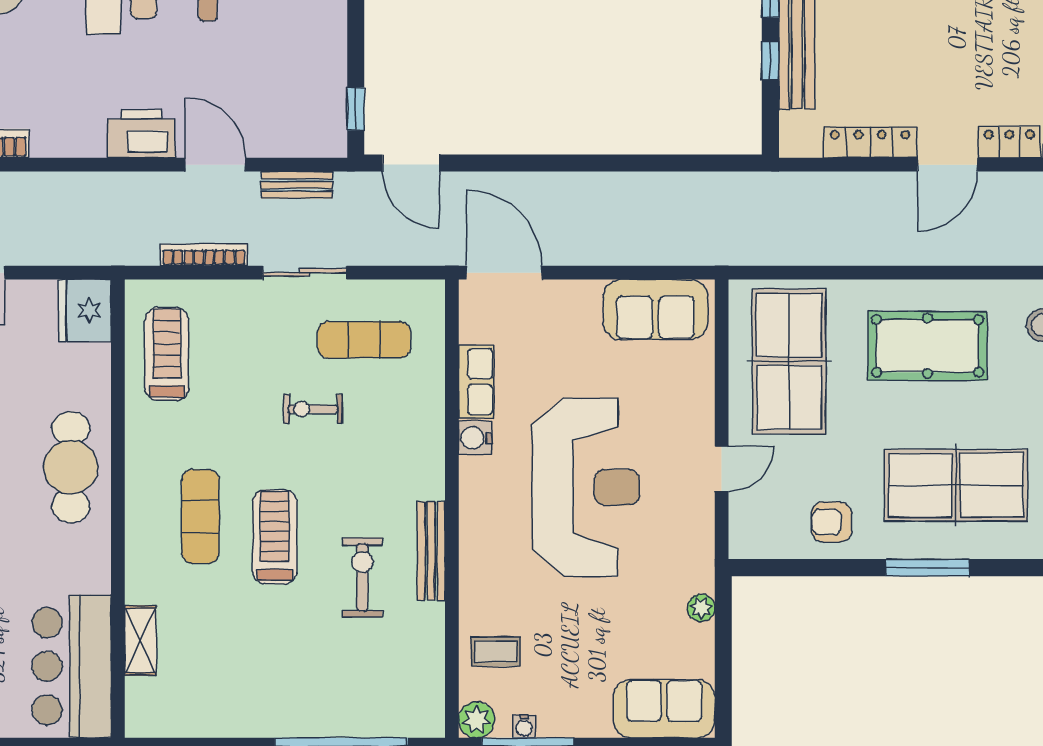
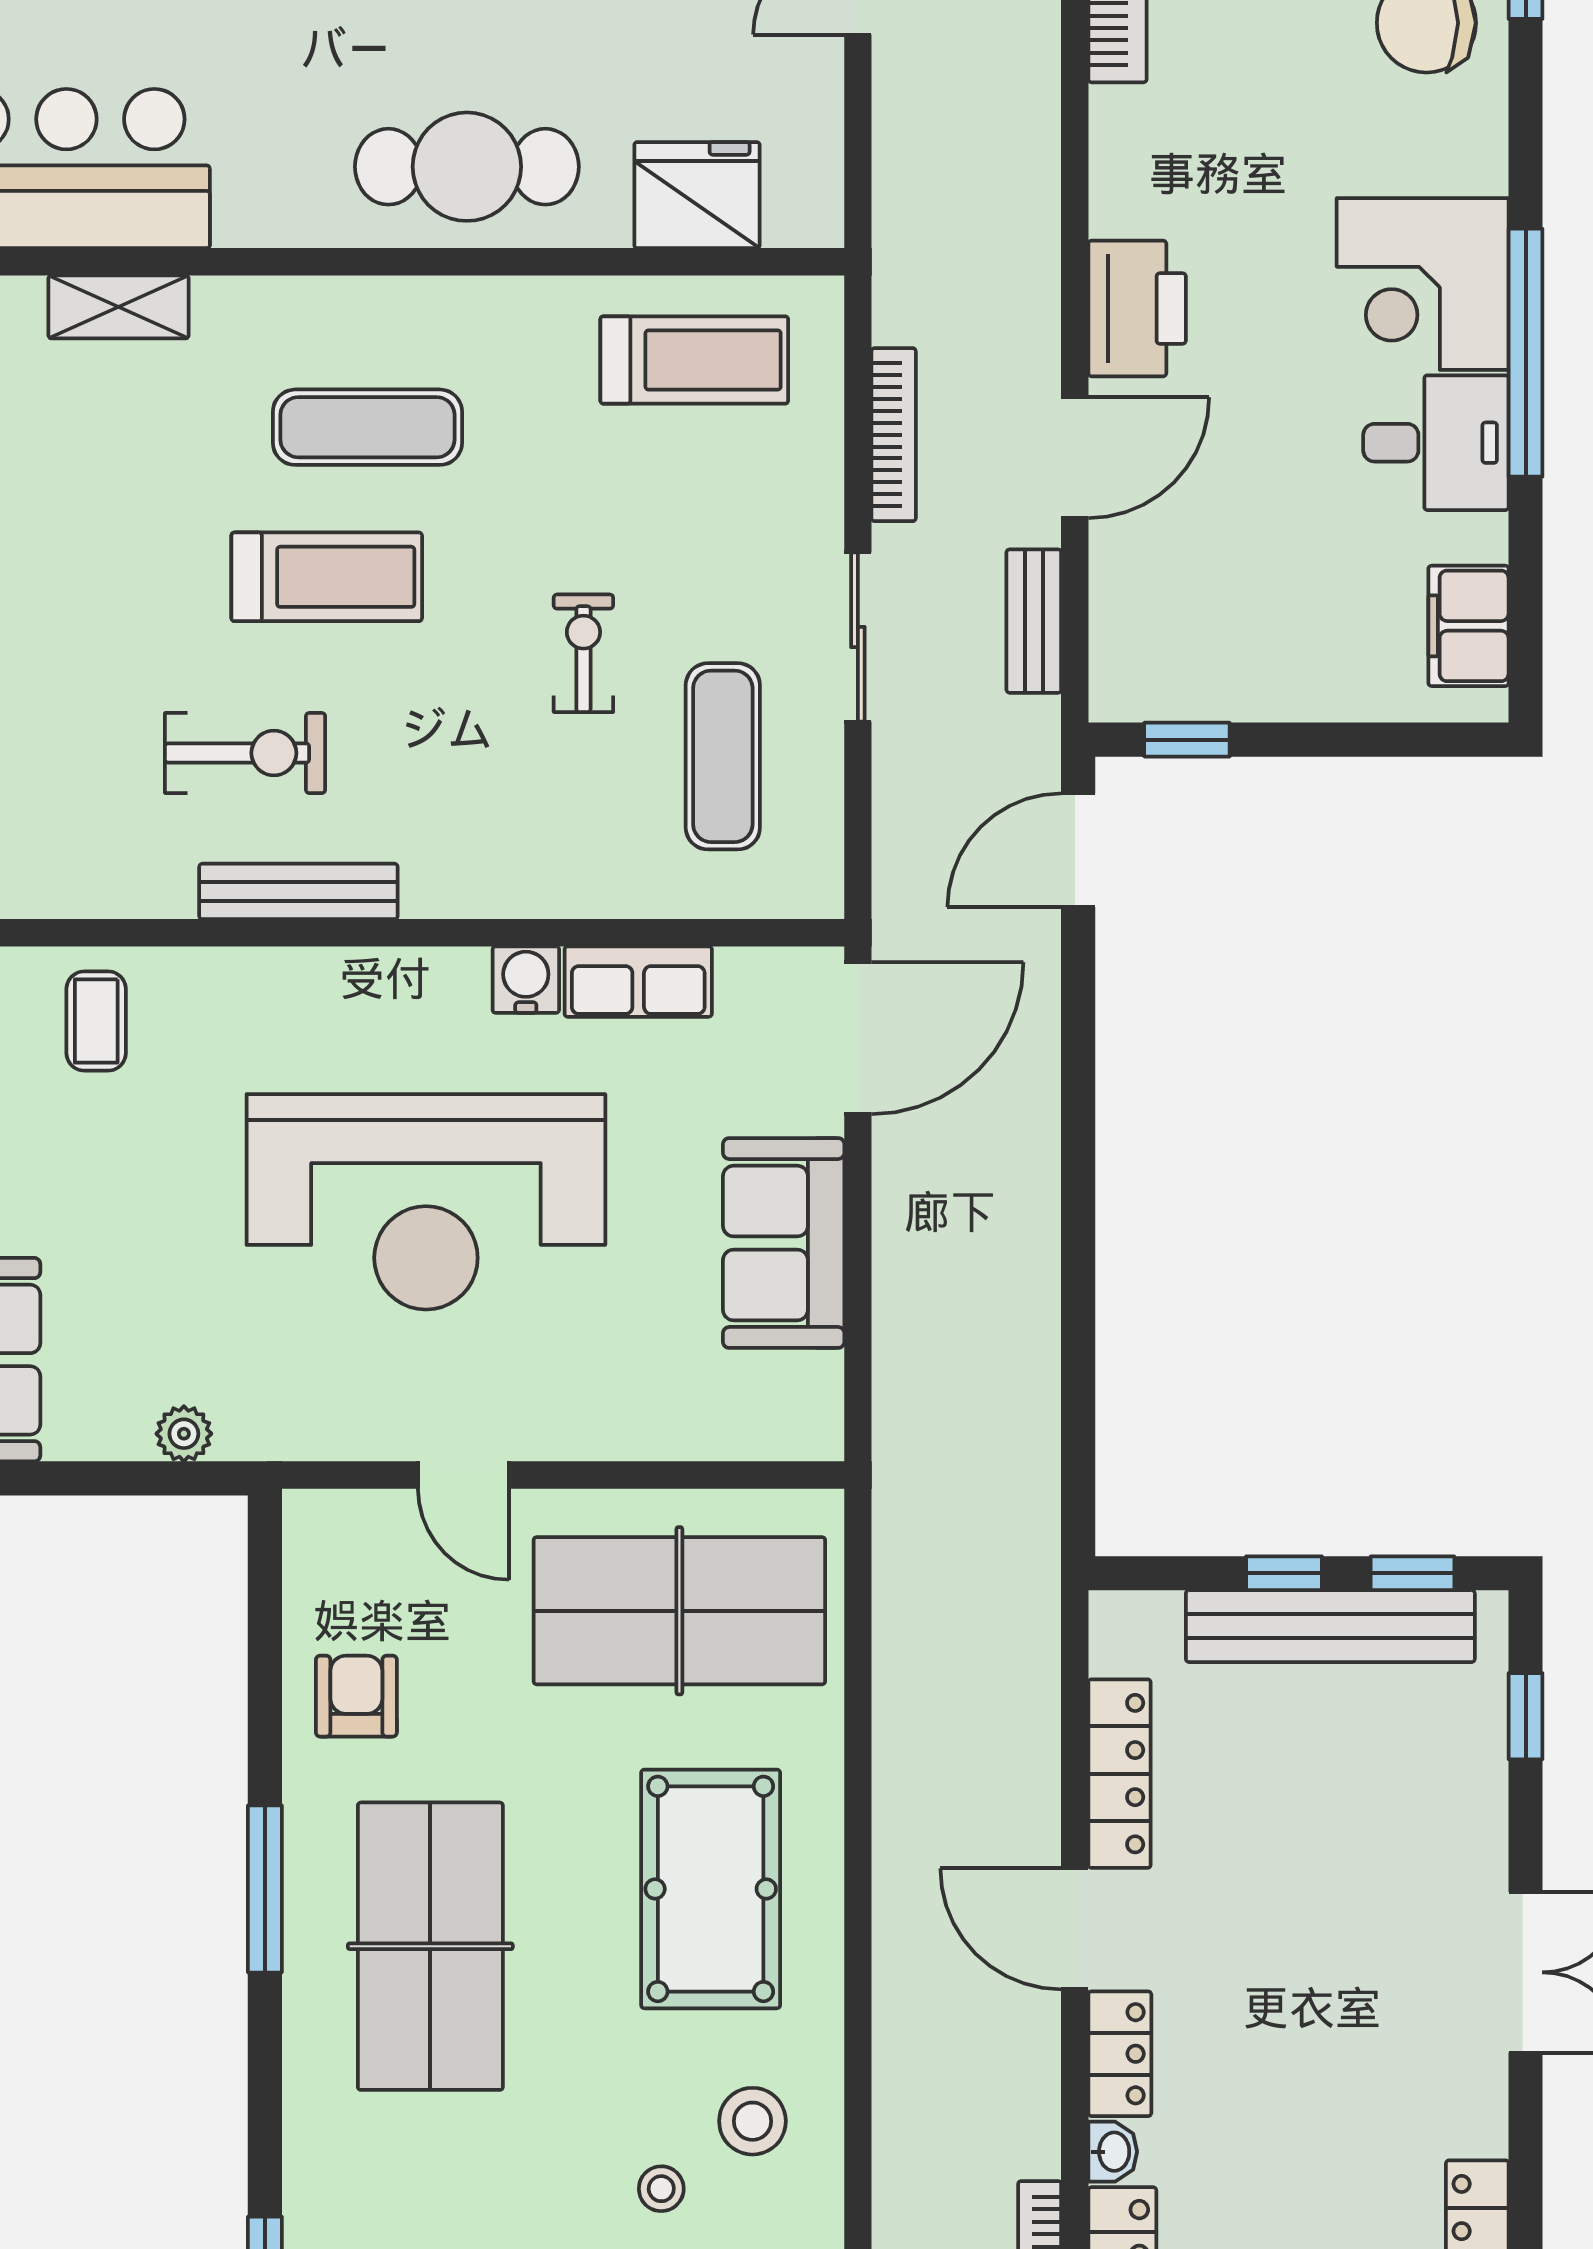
sofa: (656, 309) -> (784, 1243), moved
fridge: (85, 310) -> (697, 195), moved

